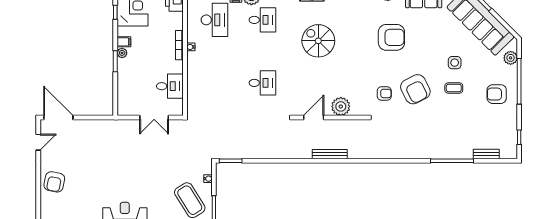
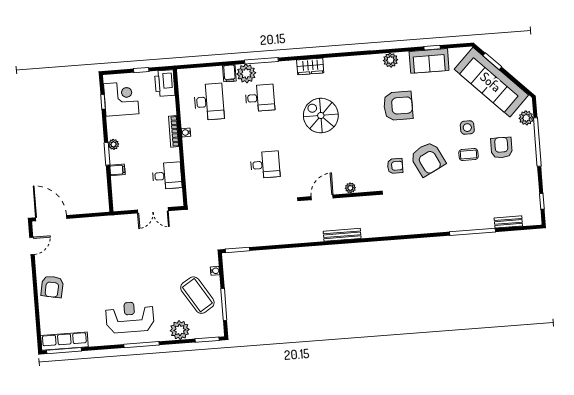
filing cabinet: (124, 42) -> (117, 170), moved
armchair: (497, 94) -> (501, 148), moved, turned 90
plant: (341, 106) -> (350, 188), width x0.53, depth x0.53

